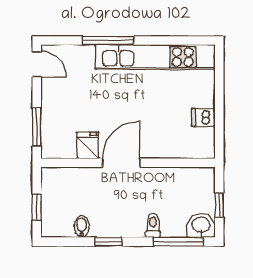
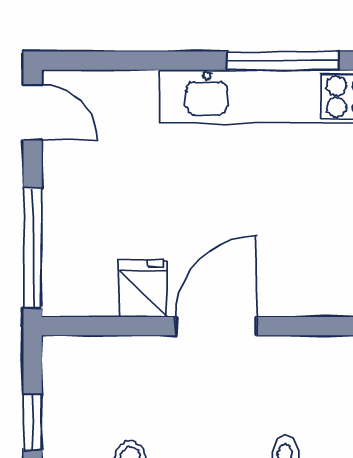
window: (108, 40) -> (283, 61), moved
window: (37, 127) -> (33, 248), width x1.44

